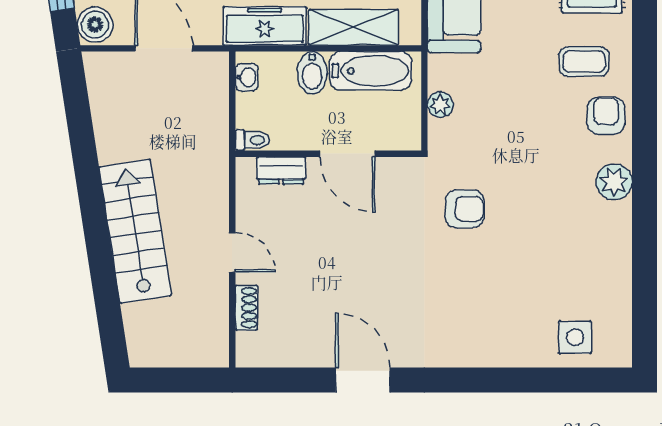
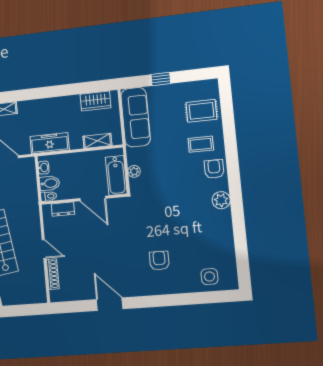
shelving: (354, 27) -> (97, 141), width x0.67, depth x0.75
bathtub: (371, 71) -> (116, 175), moved, turned 90
bidet: (312, 73) -> (50, 183), moved, turned -90
armchair: (465, 209) -> (159, 261), moved, turned -90
shoe rack: (246, 308) -> (53, 274), width x1.43

